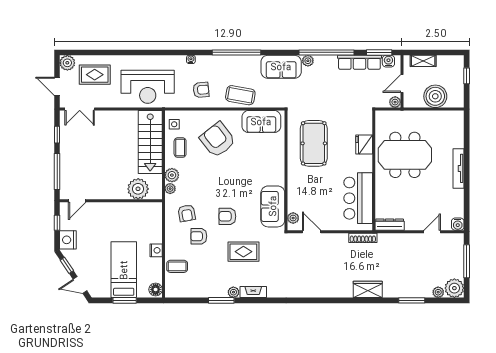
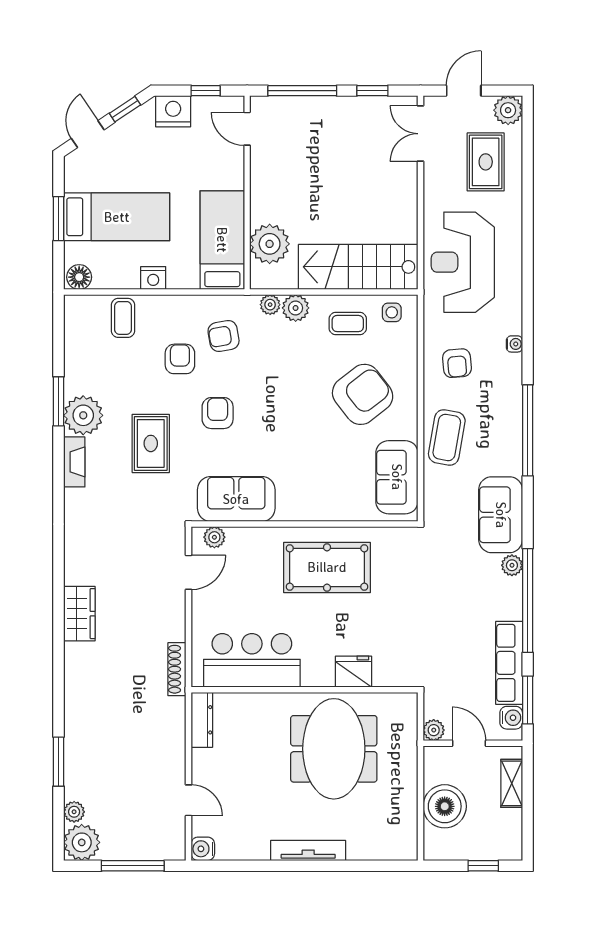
pool table: (314, 143) -> (327, 567), moved
bed: (136, 214) -> (222, 240), added
wardrobe: (368, 289) -> (79, 614), moved
plant: (233, 292) -> (83, 415), width x1.87, depth x1.87

